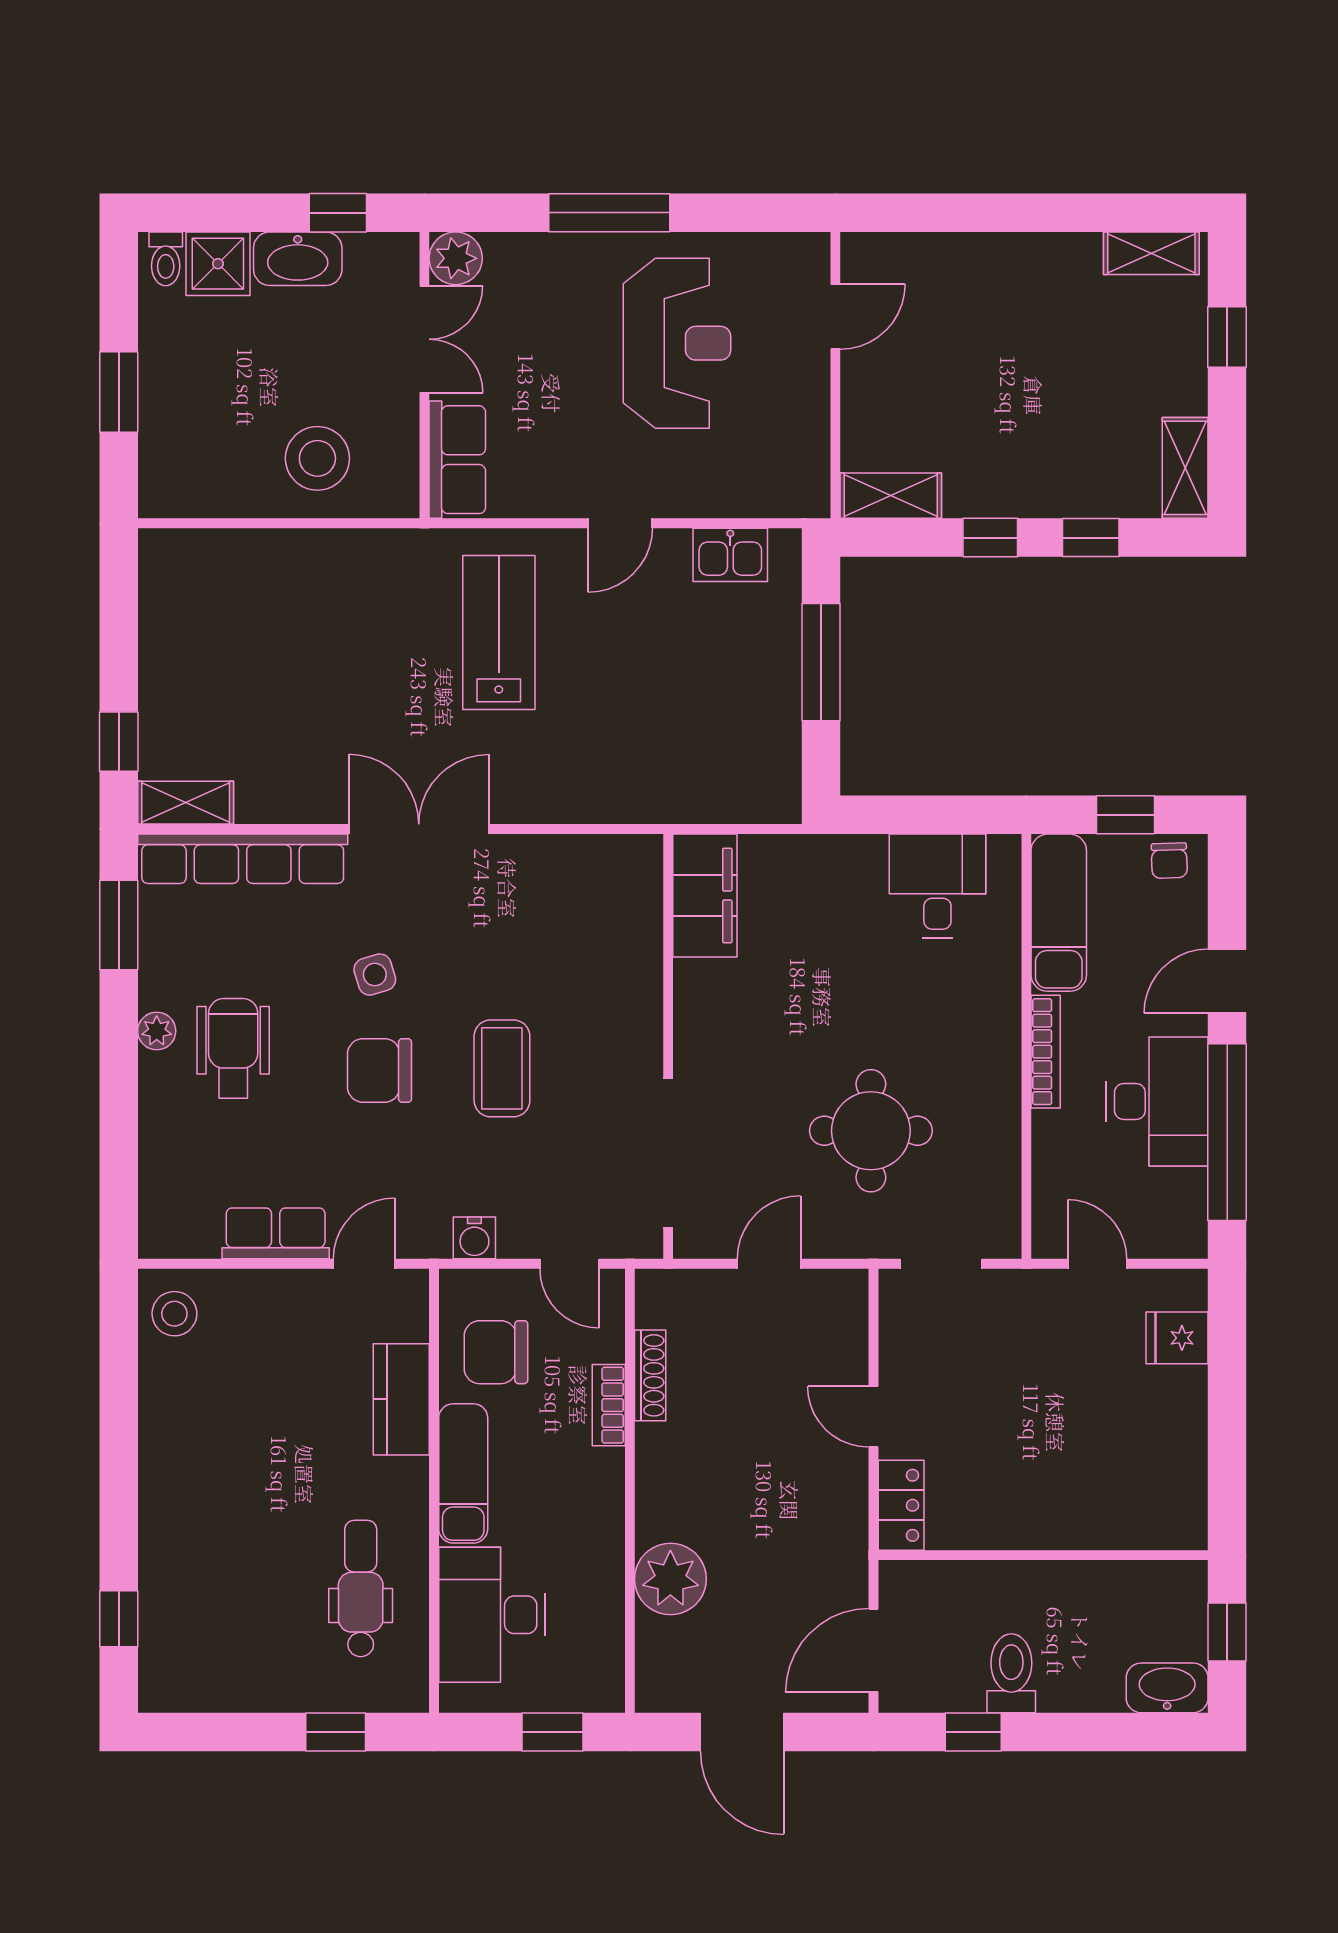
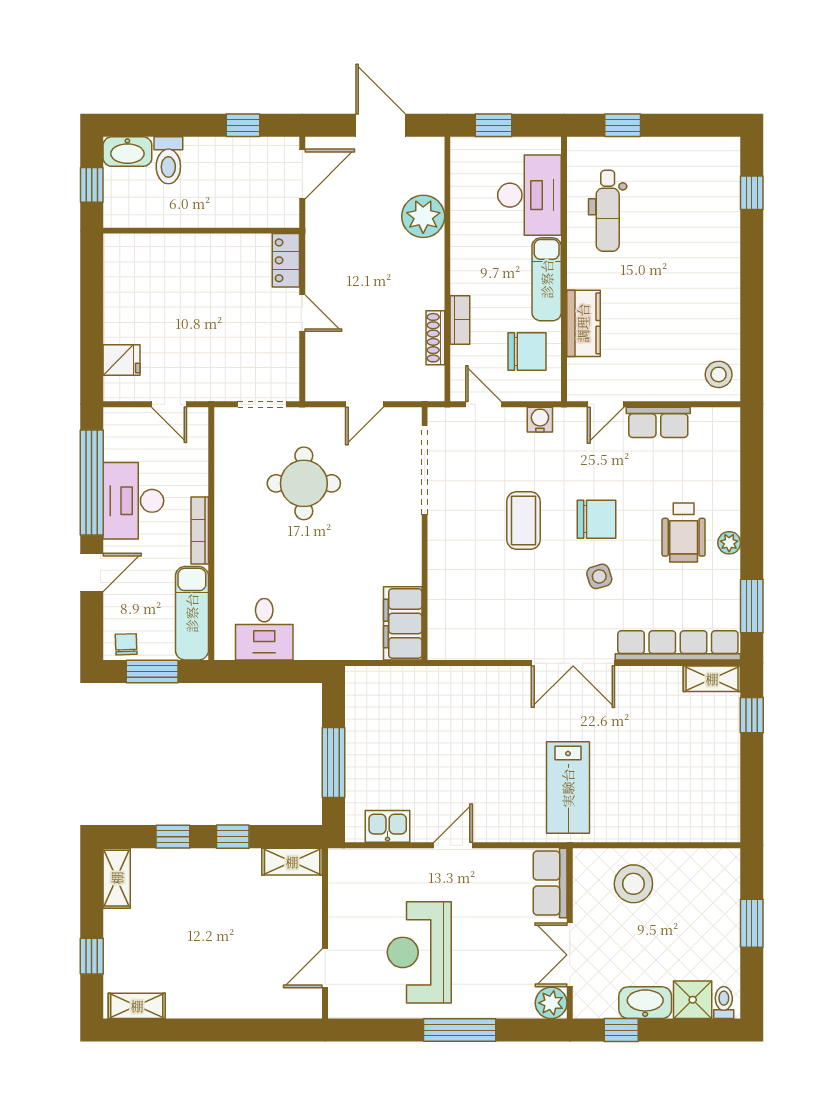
lab bench: (499, 633) -> (568, 788), moved
window: (1126, 815) -> (152, 672), width x1.50
toilet: (1011, 1673) -> (168, 160), moved

